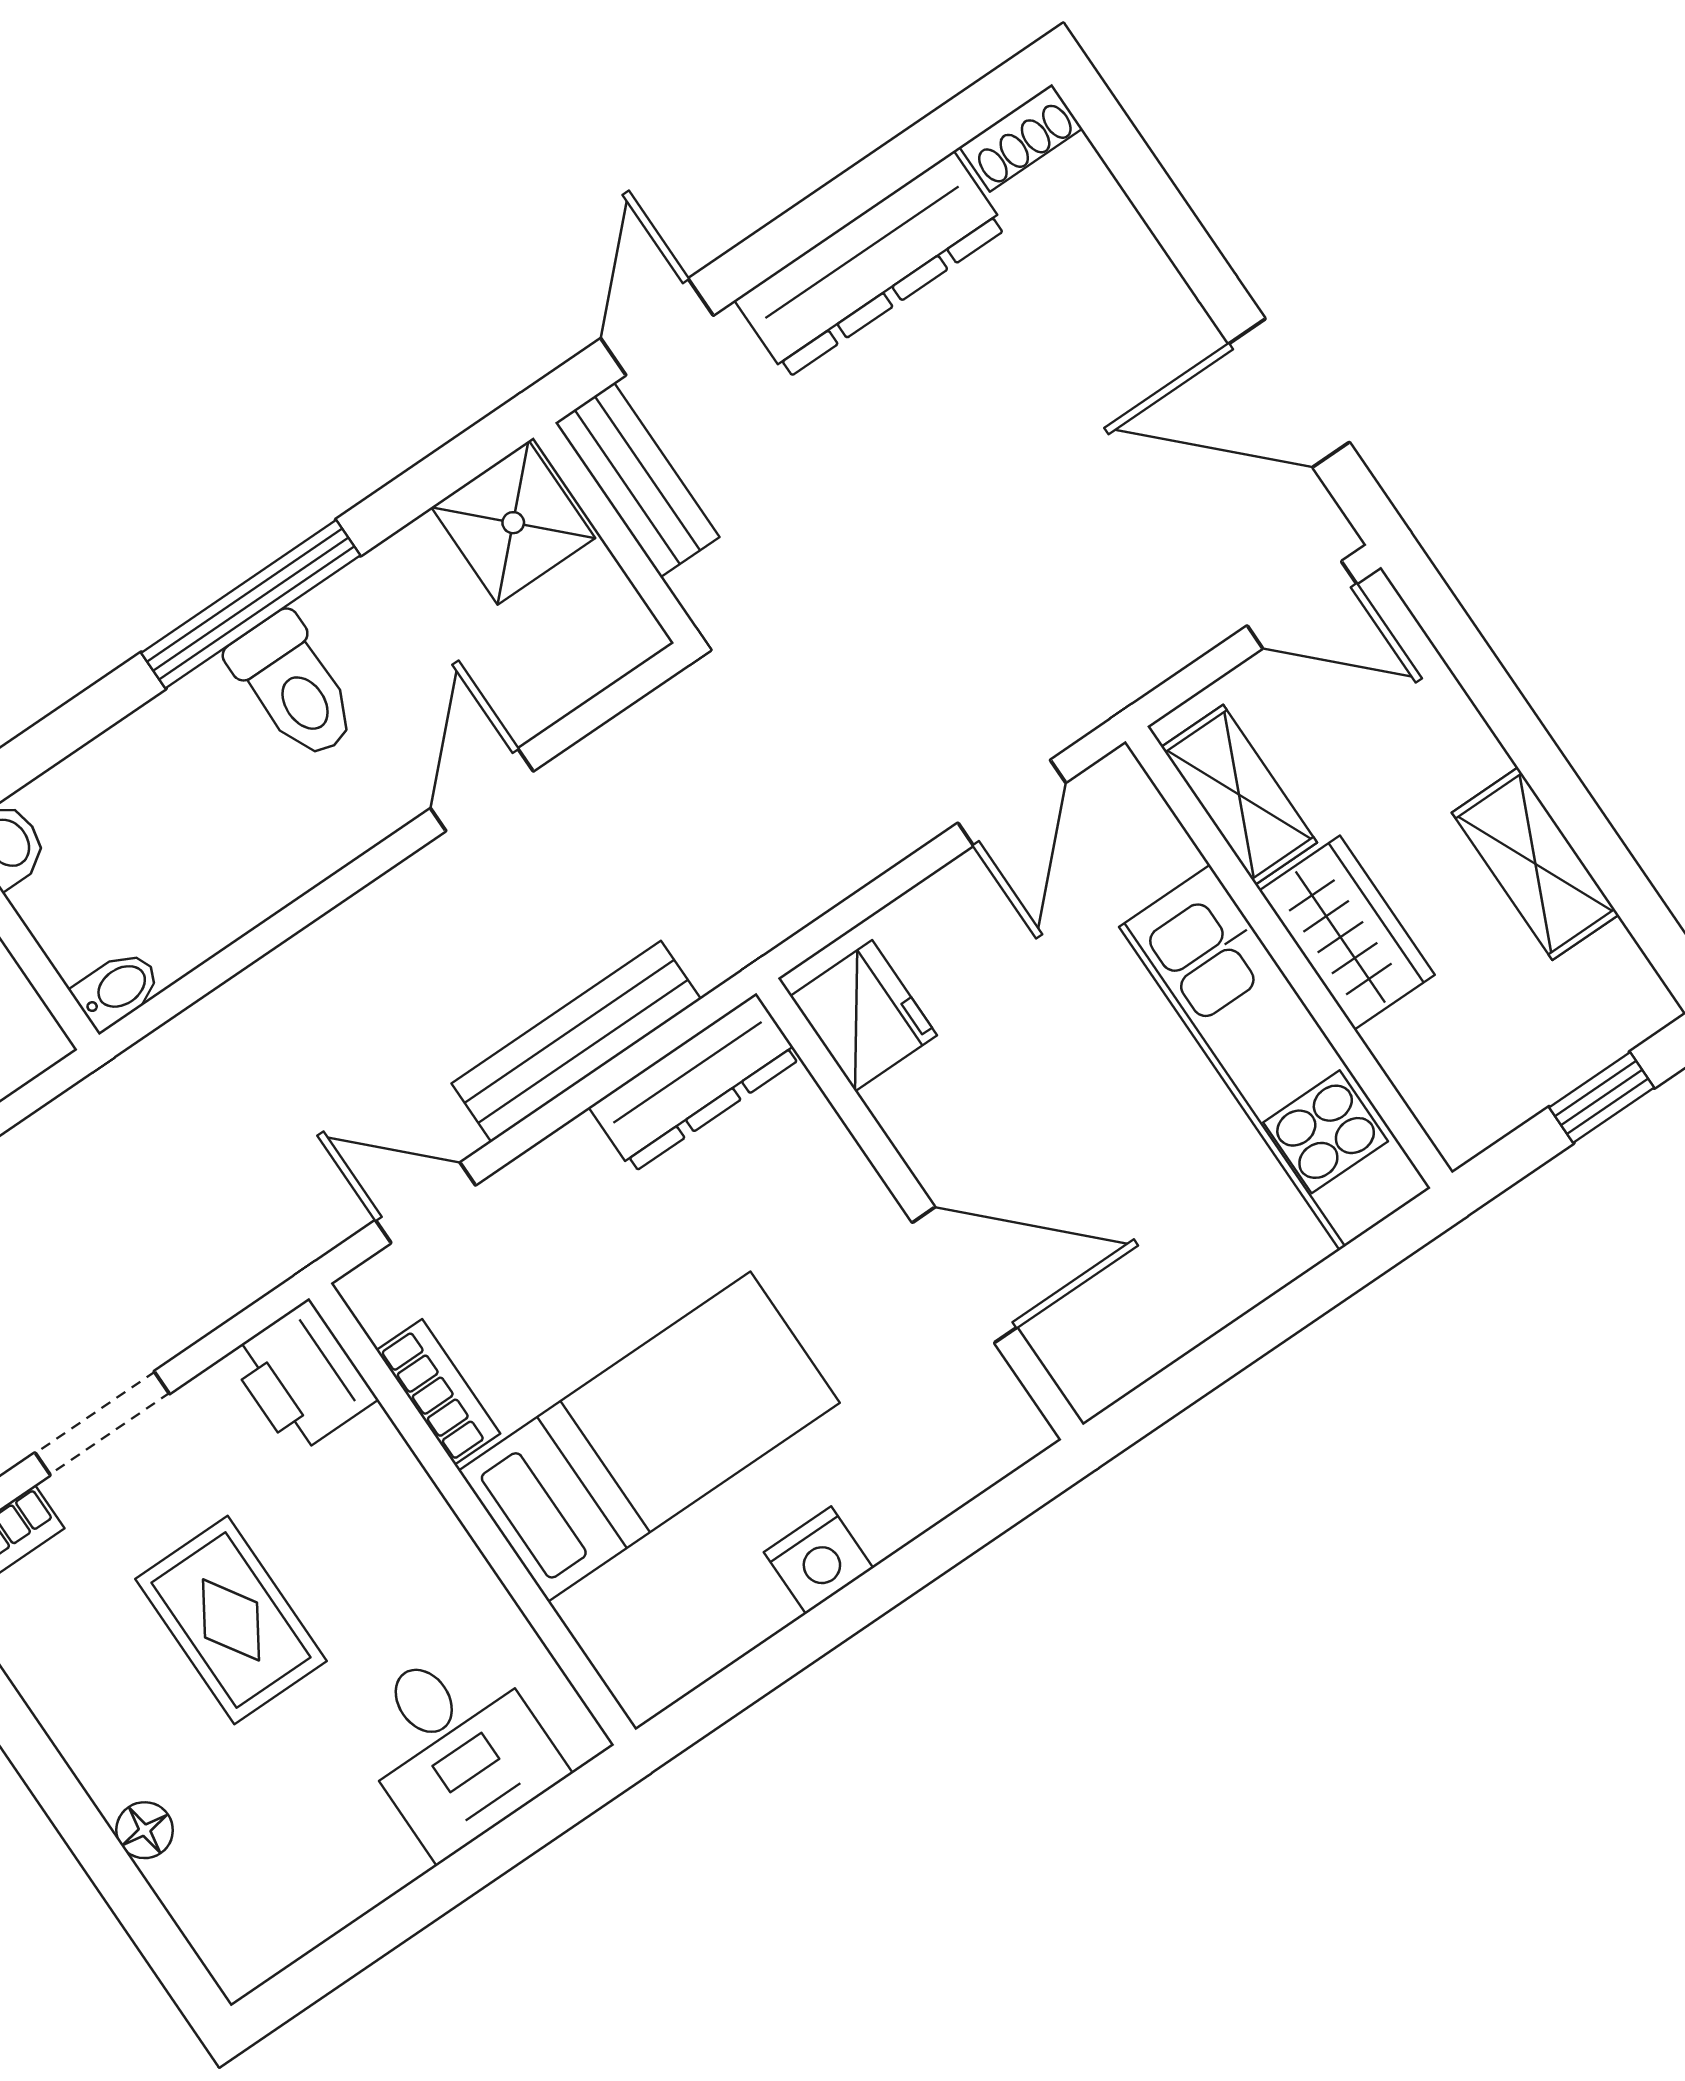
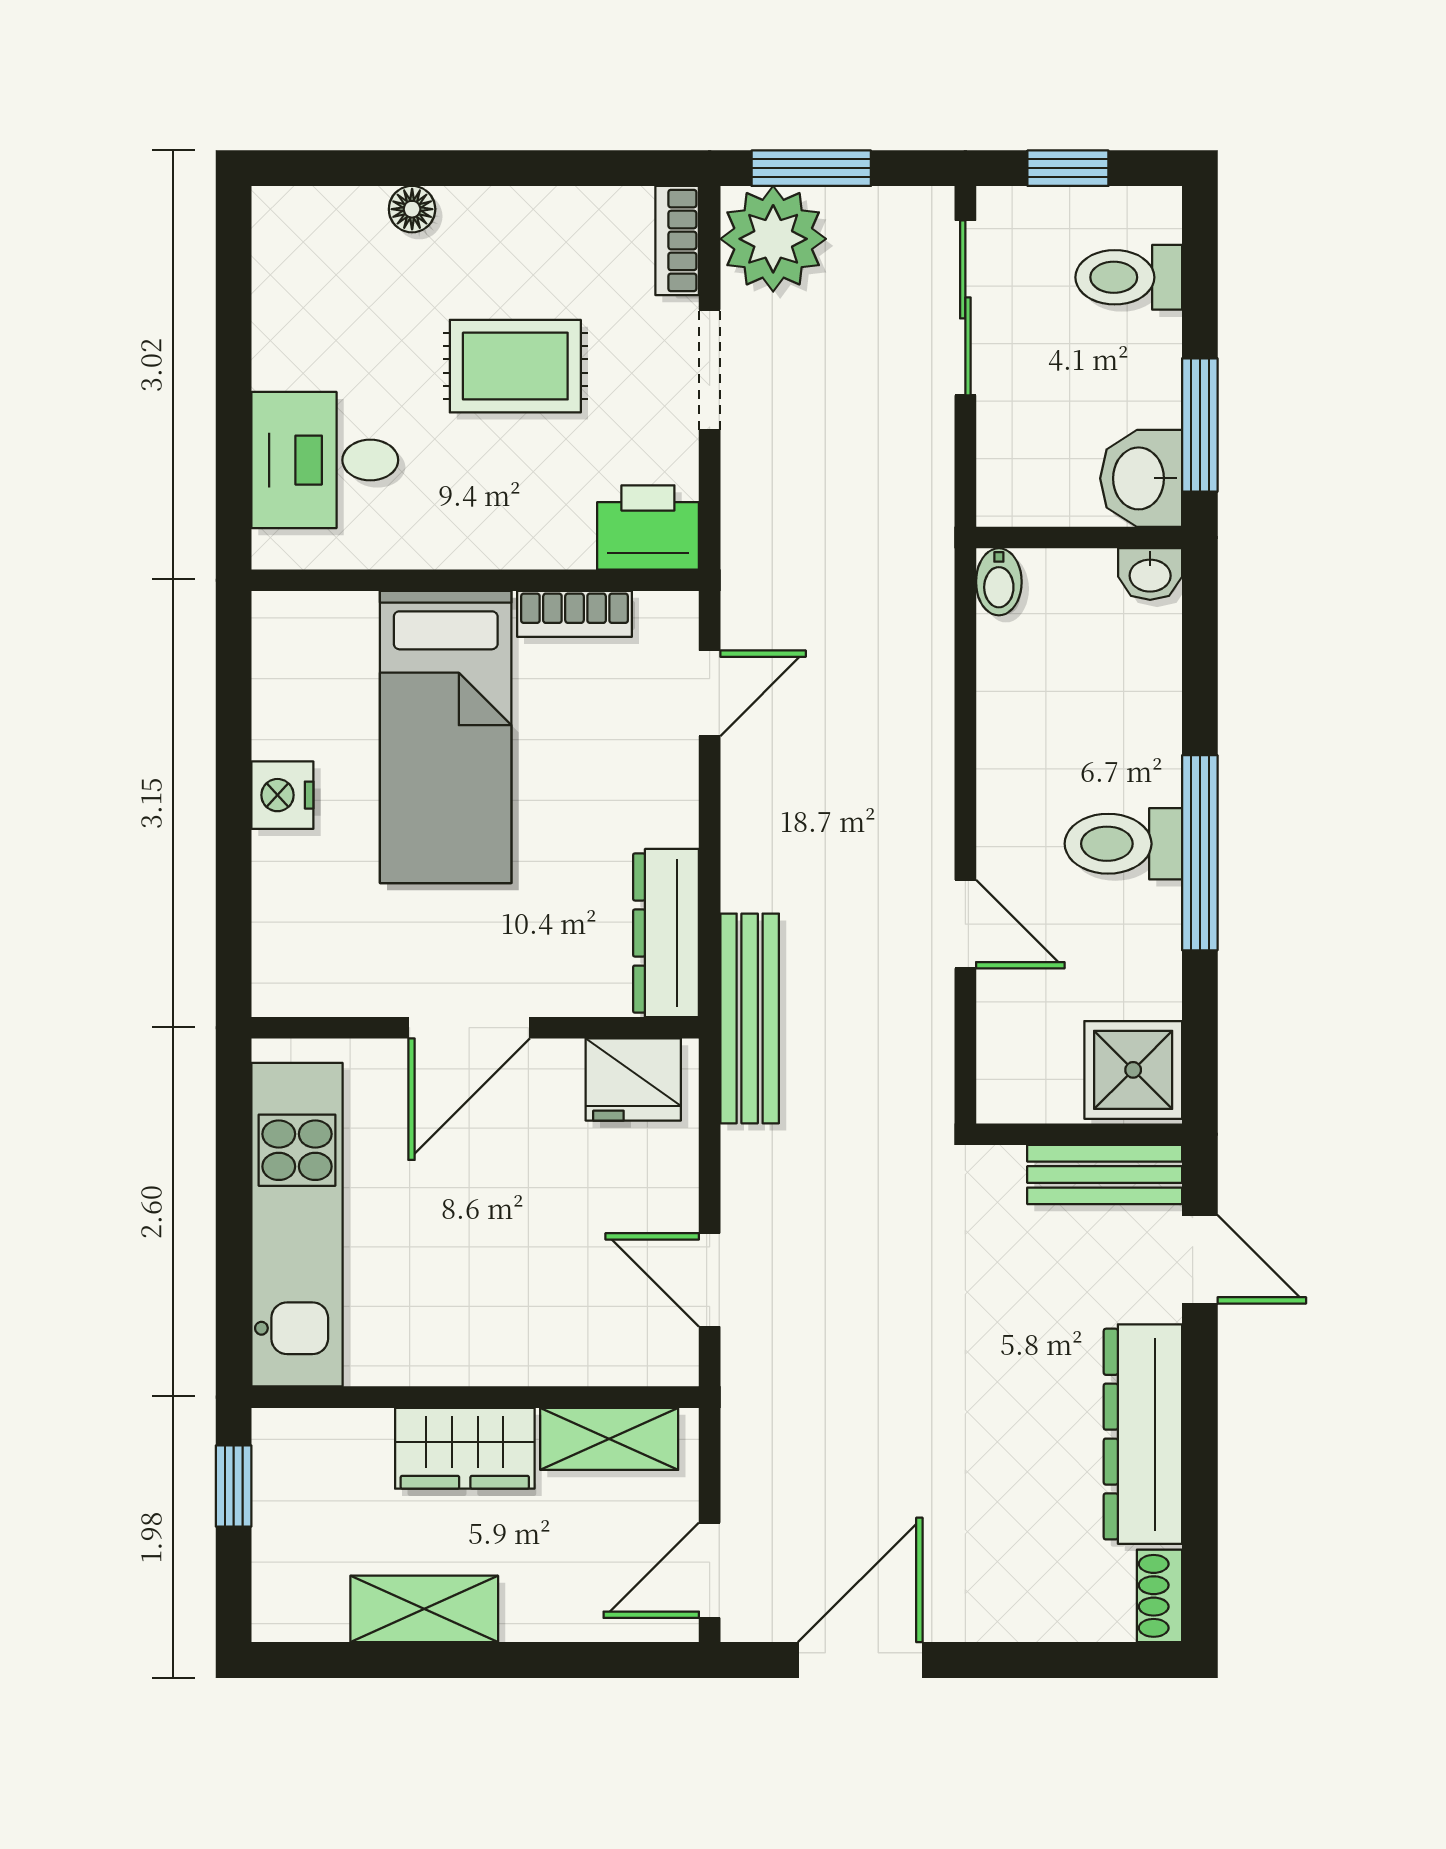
bench: (576, 1041) -> (750, 1018), moved
kitchen unit: (1275, 1057) -> (297, 1225), moved, turned 90
window: (1602, 1097) -> (234, 1486), moved
door: (965, 1275) -> (469, 1028), moved

